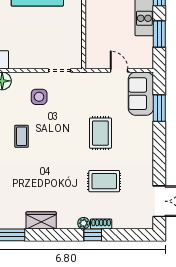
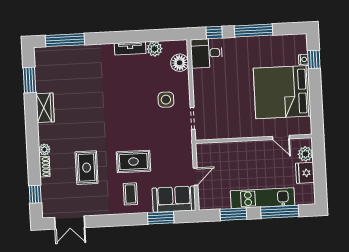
coffee table: (22, 136) -> (130, 194), moved, turned 90
window: (93, 235) -> (35, 194), moved

